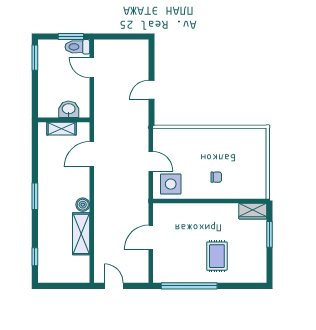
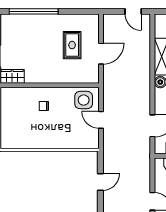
rug: (217, 256) -> (72, 45), moved
window: (189, 286) -> (34, 11), moved

